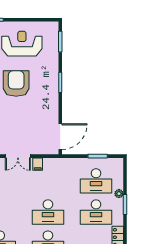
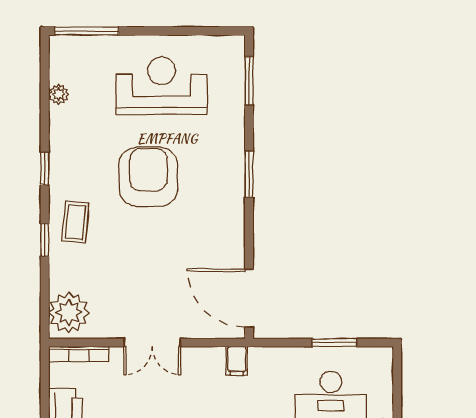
door: (60, 137) -> (249, 298), swing flipped
filing cabinet: (38, 164) -> (237, 361), moved

